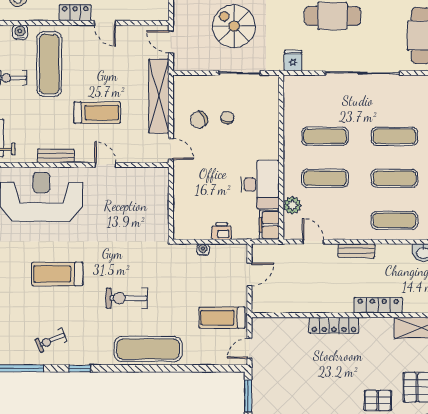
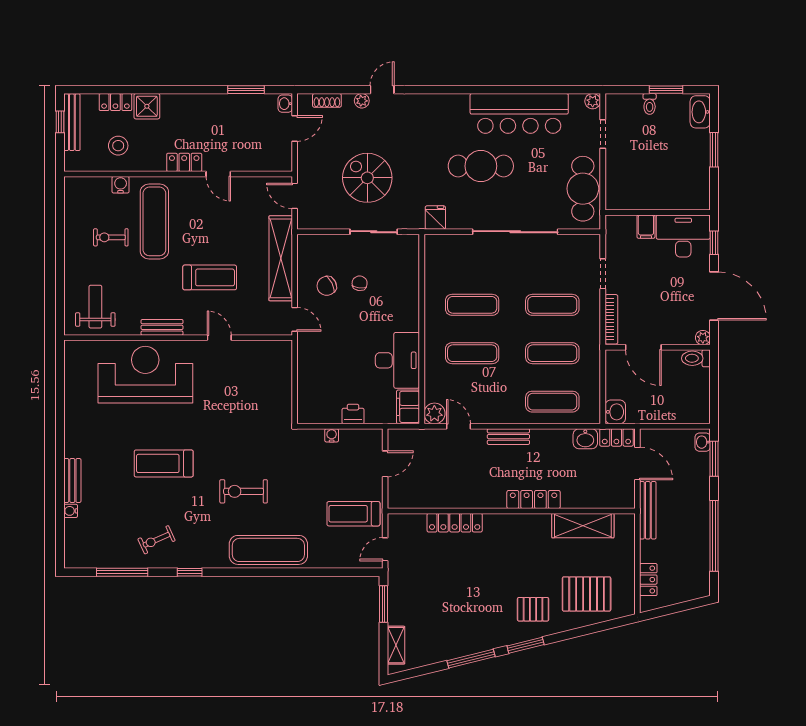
plant: (292, 205) -> (434, 413), moved
locker: (334, 325) -> (455, 523), moved

